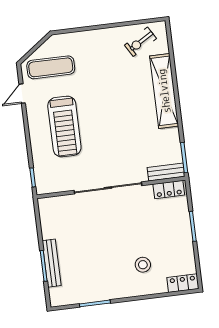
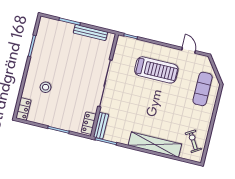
exercise mat: (51, 67) -> (203, 89), moved
treadmill: (64, 126) -> (156, 70), turned 180
bench: (52, 263) -> (90, 32), moved

